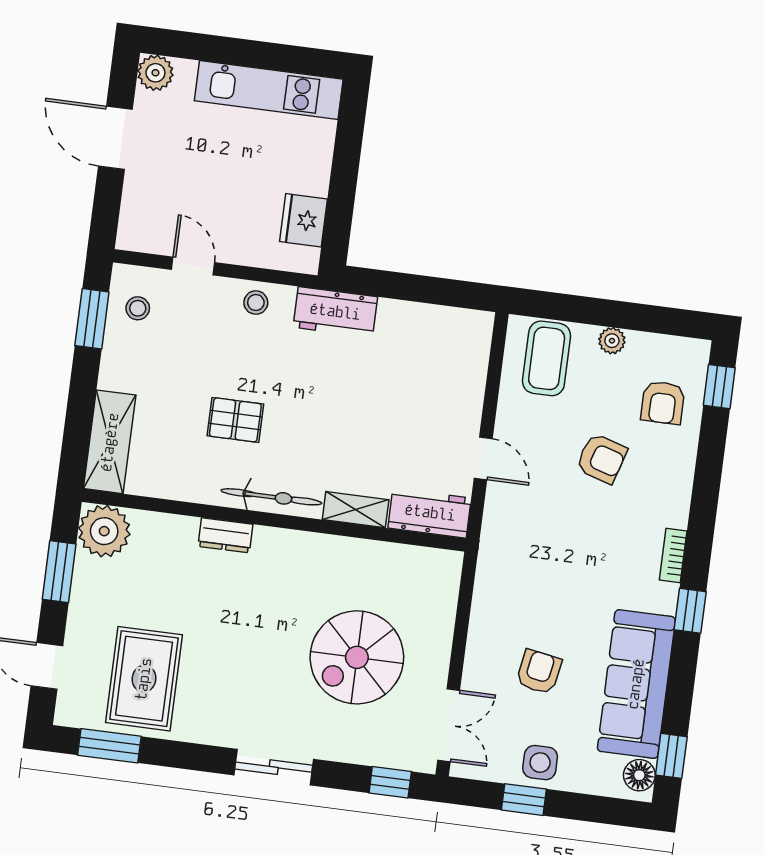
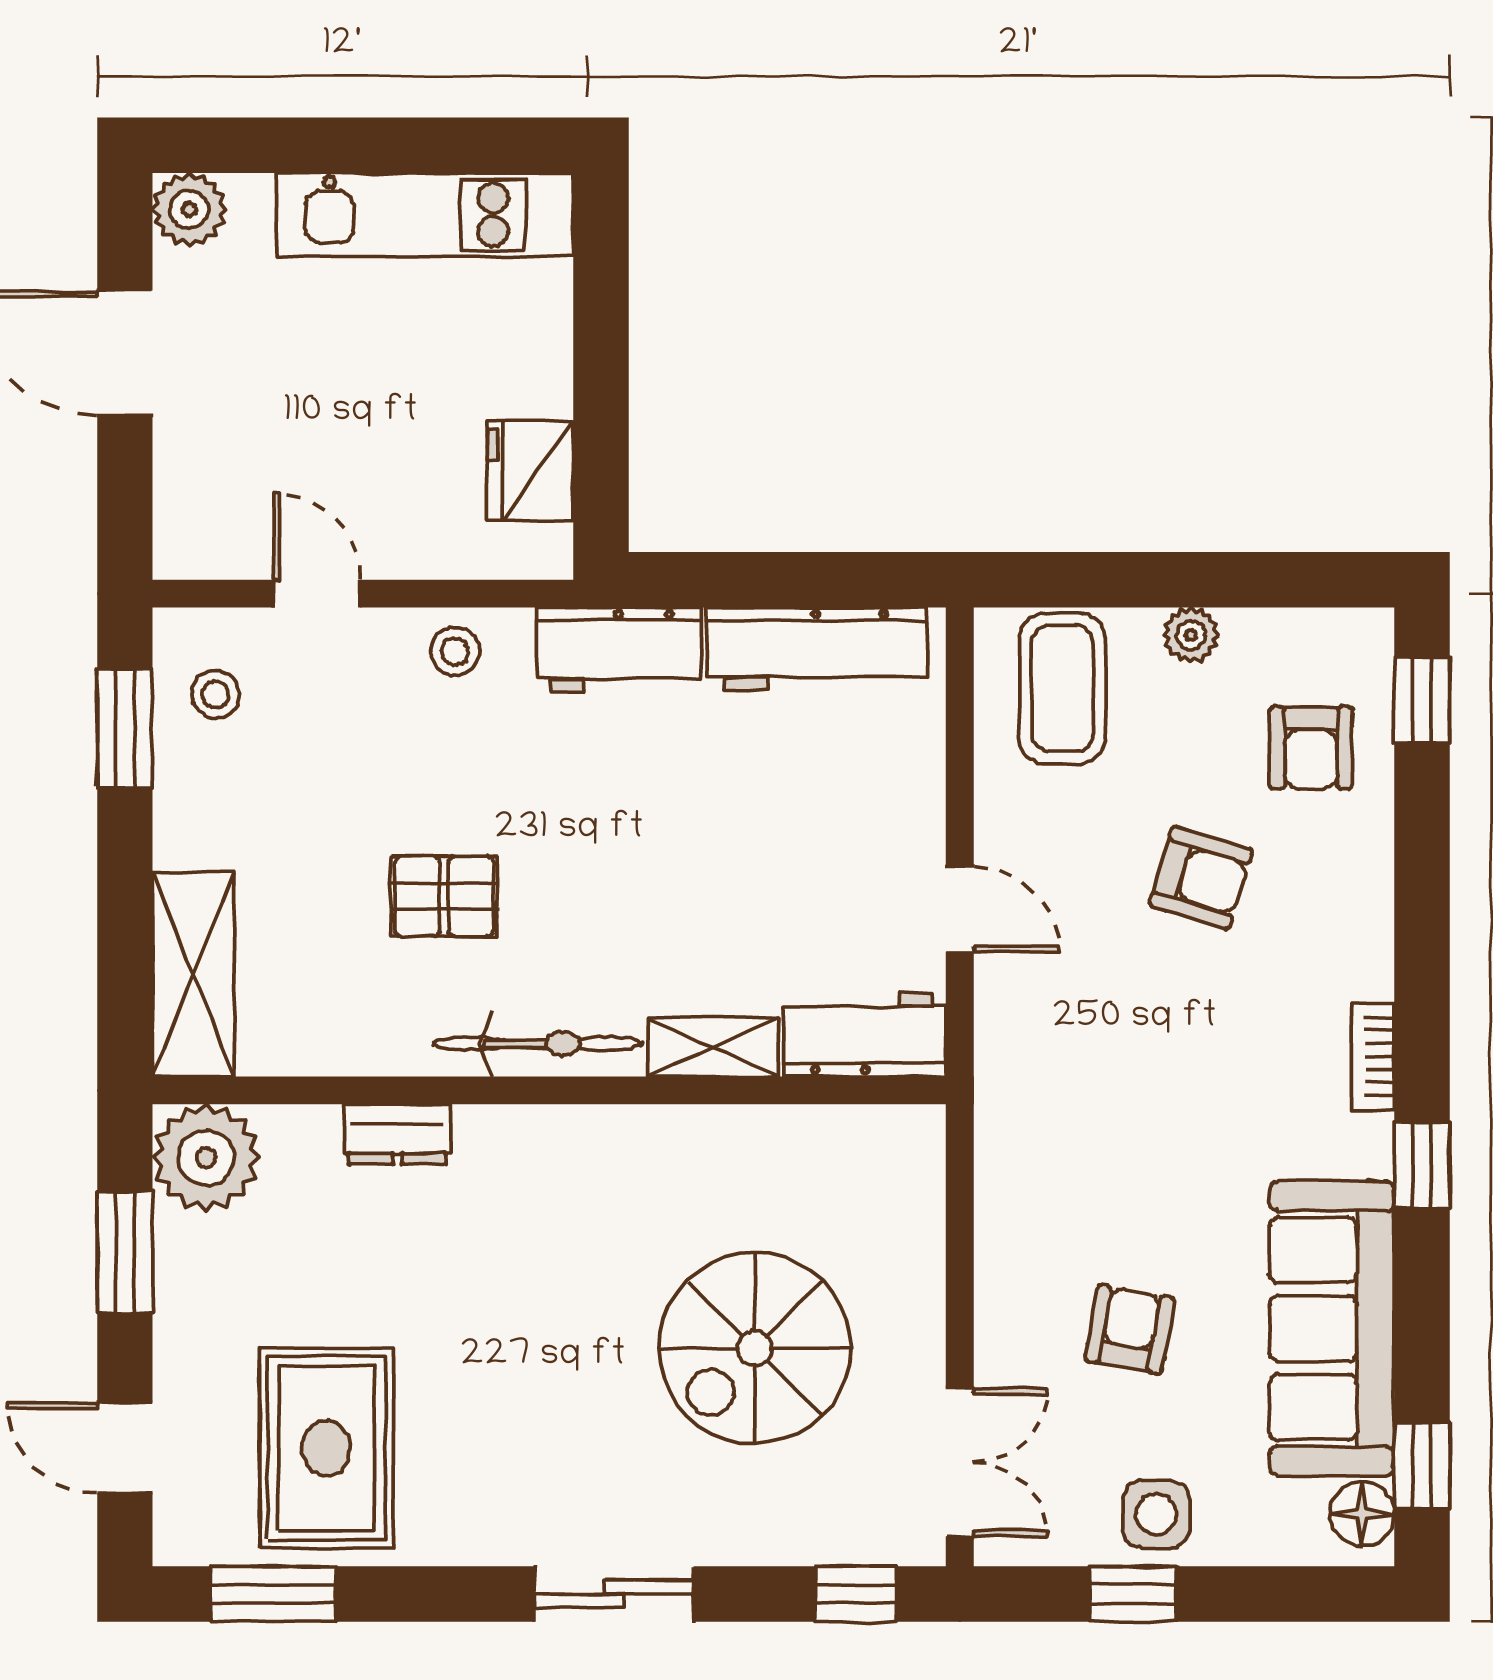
workbench: (431, 324) -> (817, 649), added
dresser: (225, 535) -> (397, 1134), moved

